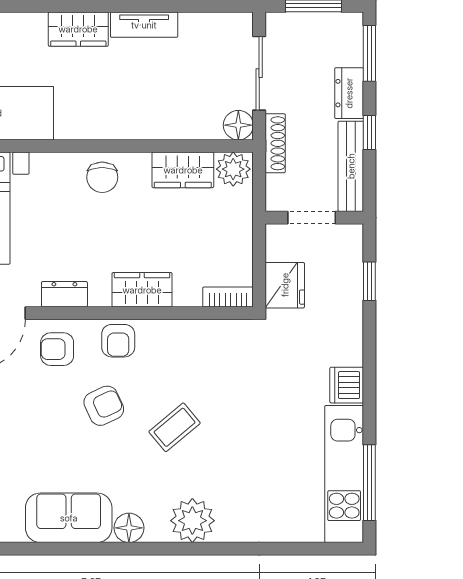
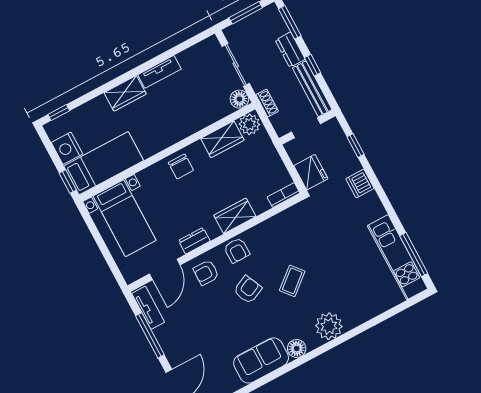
shoe rack: (275, 143) -> (267, 103), width x0.70
dishwasher: (347, 385) -> (360, 184), moved

